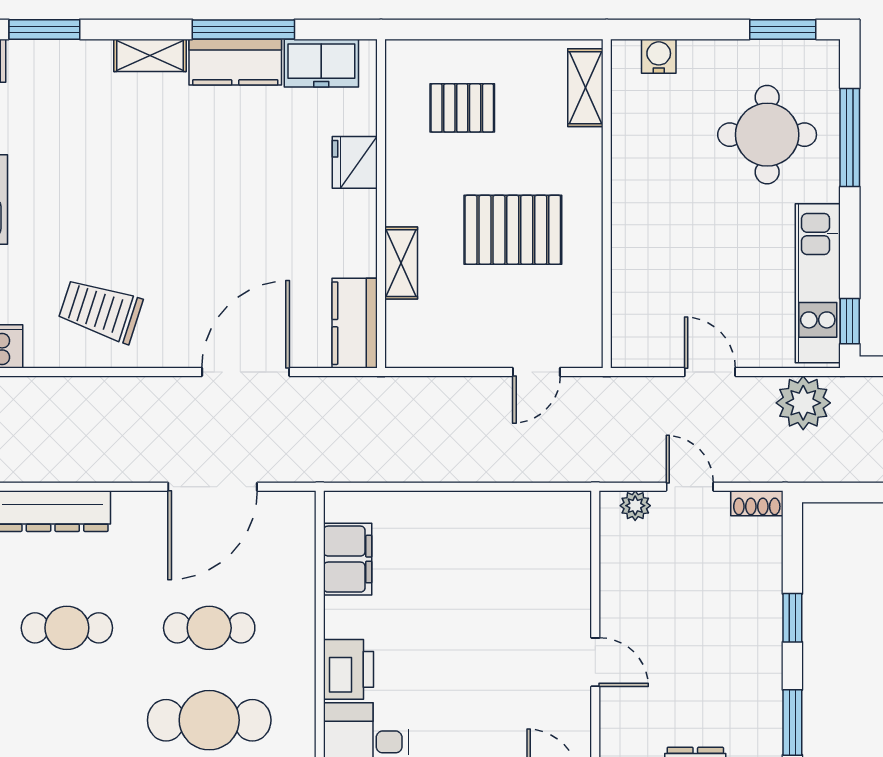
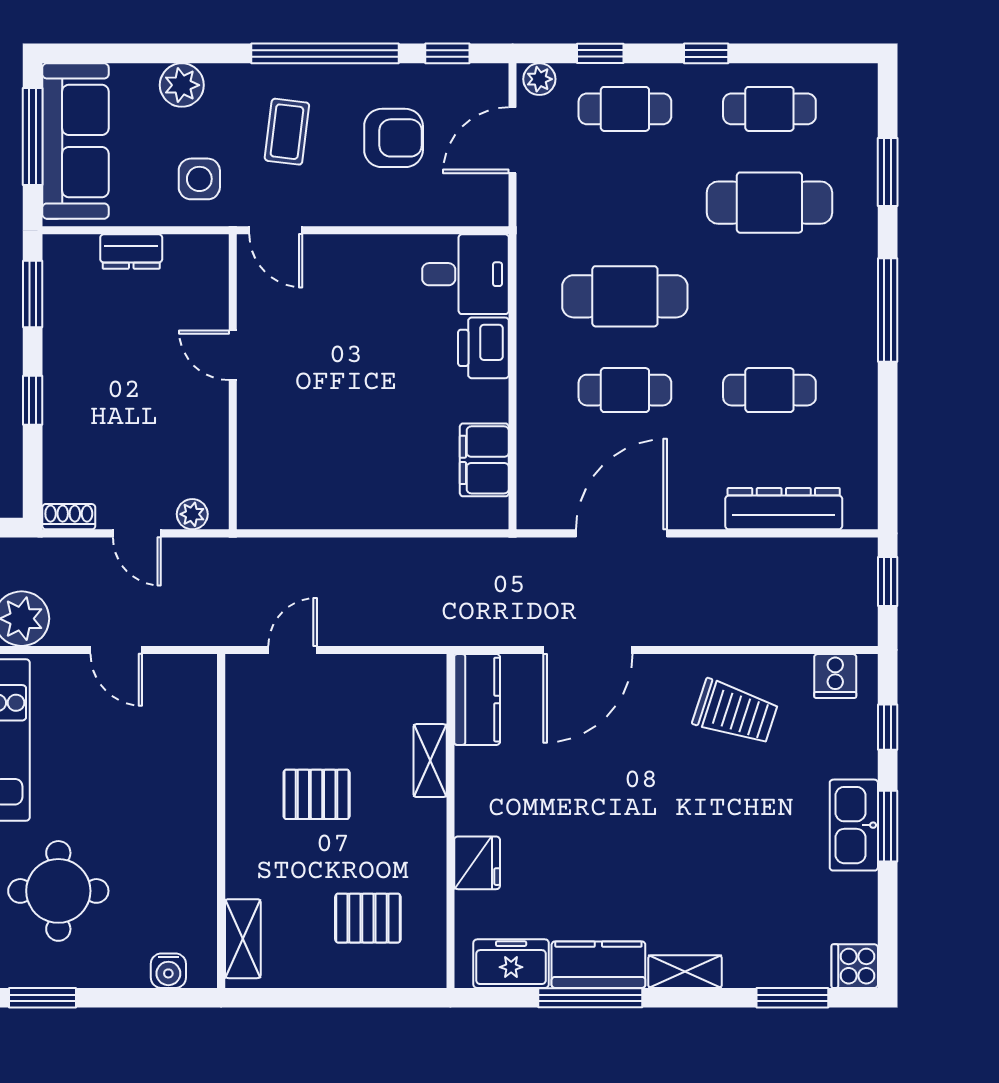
pallet: (513, 230) -> (317, 794), width x0.67, depth x0.71

